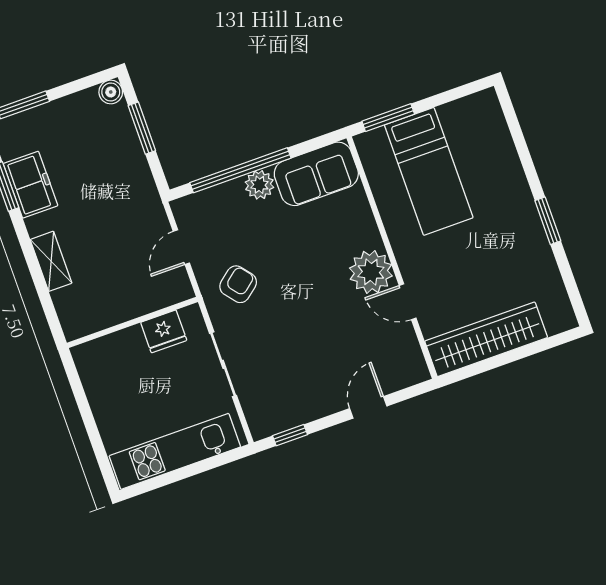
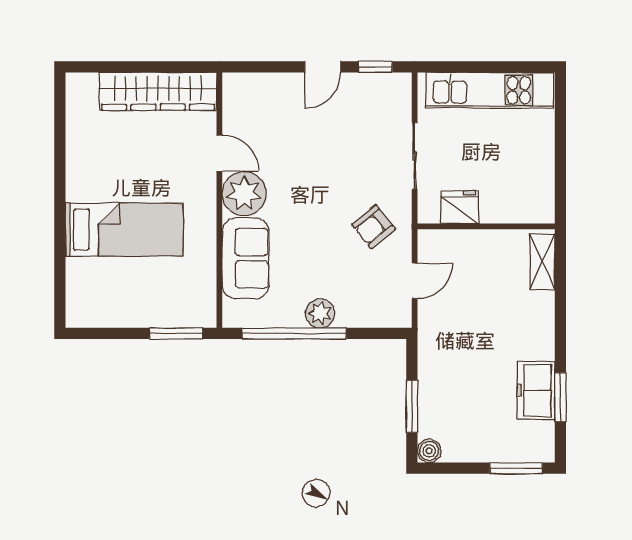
window: (240, 170) -> (294, 333), moved
bed: (429, 171) -> (124, 229), moved, turned 90
sofa: (316, 174) -> (246, 258), moved, turned 90
window: (548, 221) -> (60, 183), removed
shelving: (51, 261) -> (542, 262), moved
door: (368, 407) -> (323, 67), moved

